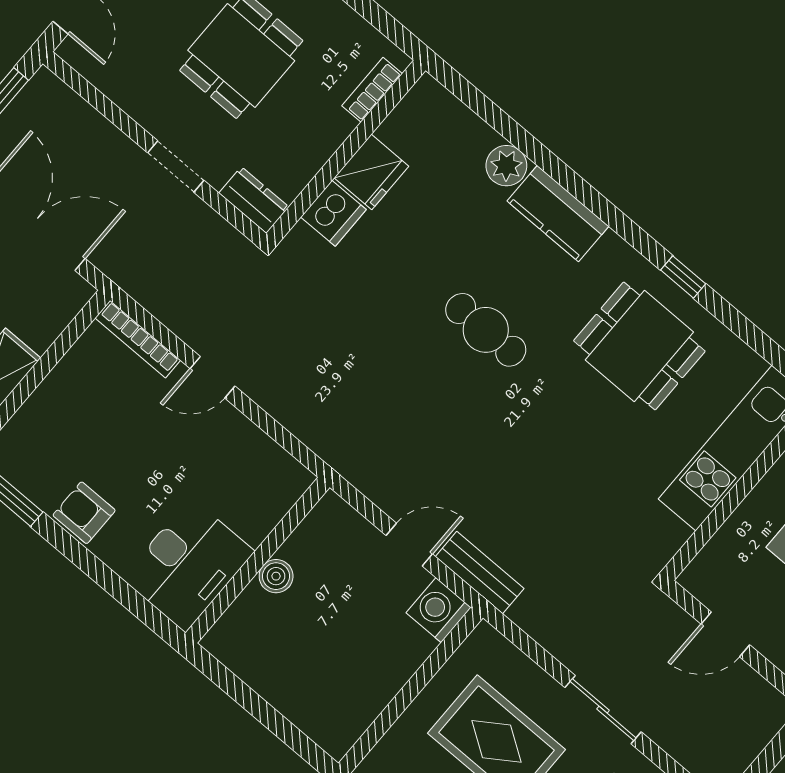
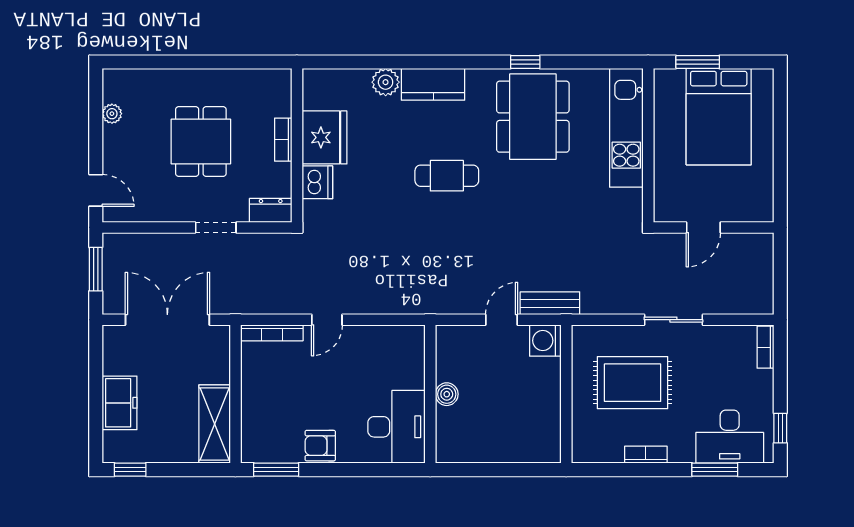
bookcase: (372, 90) -> (283, 140), moved
fridge: (371, 172) -> (324, 137), width x1.36, depth x1.34
dining table: (639, 346) -> (533, 117), width x1.38

